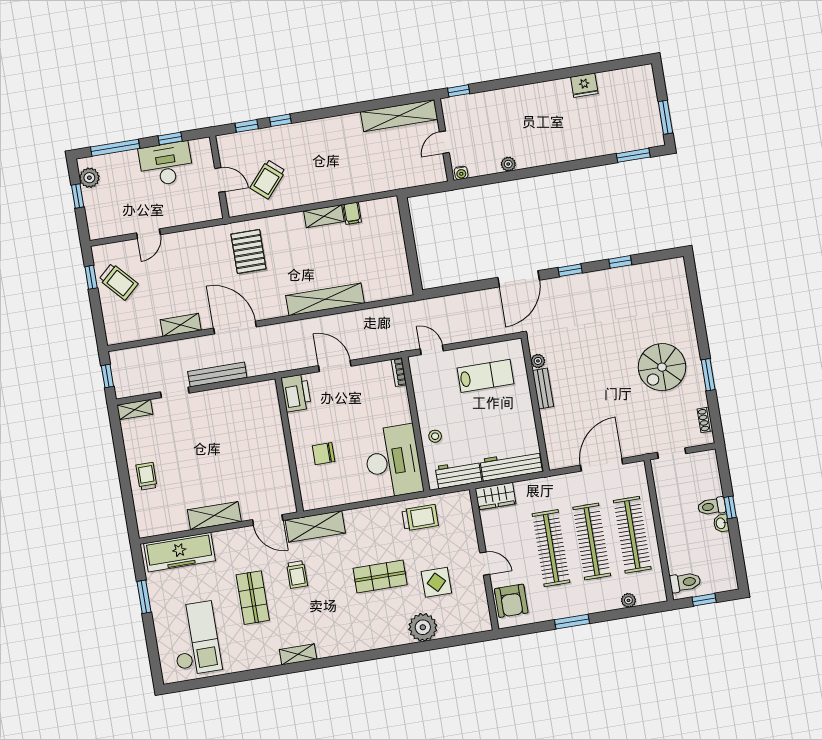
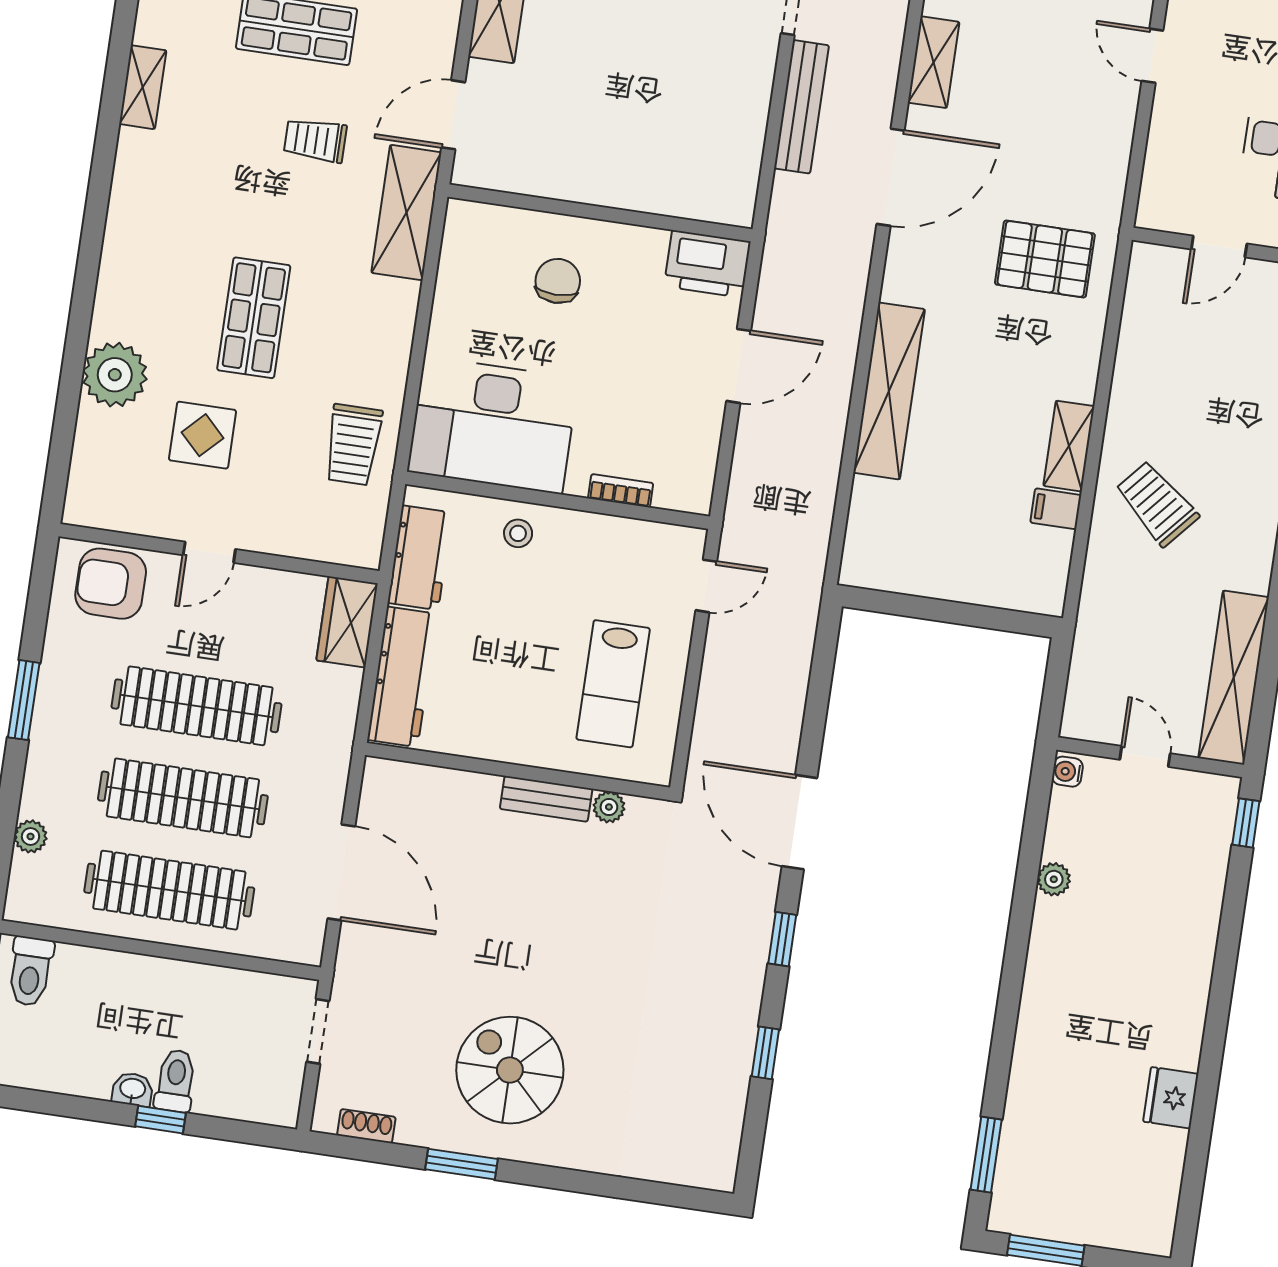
trolley: (268, 179) -> (1157, 503), moved
bookcase: (399, 372) -> (621, 491), moved

